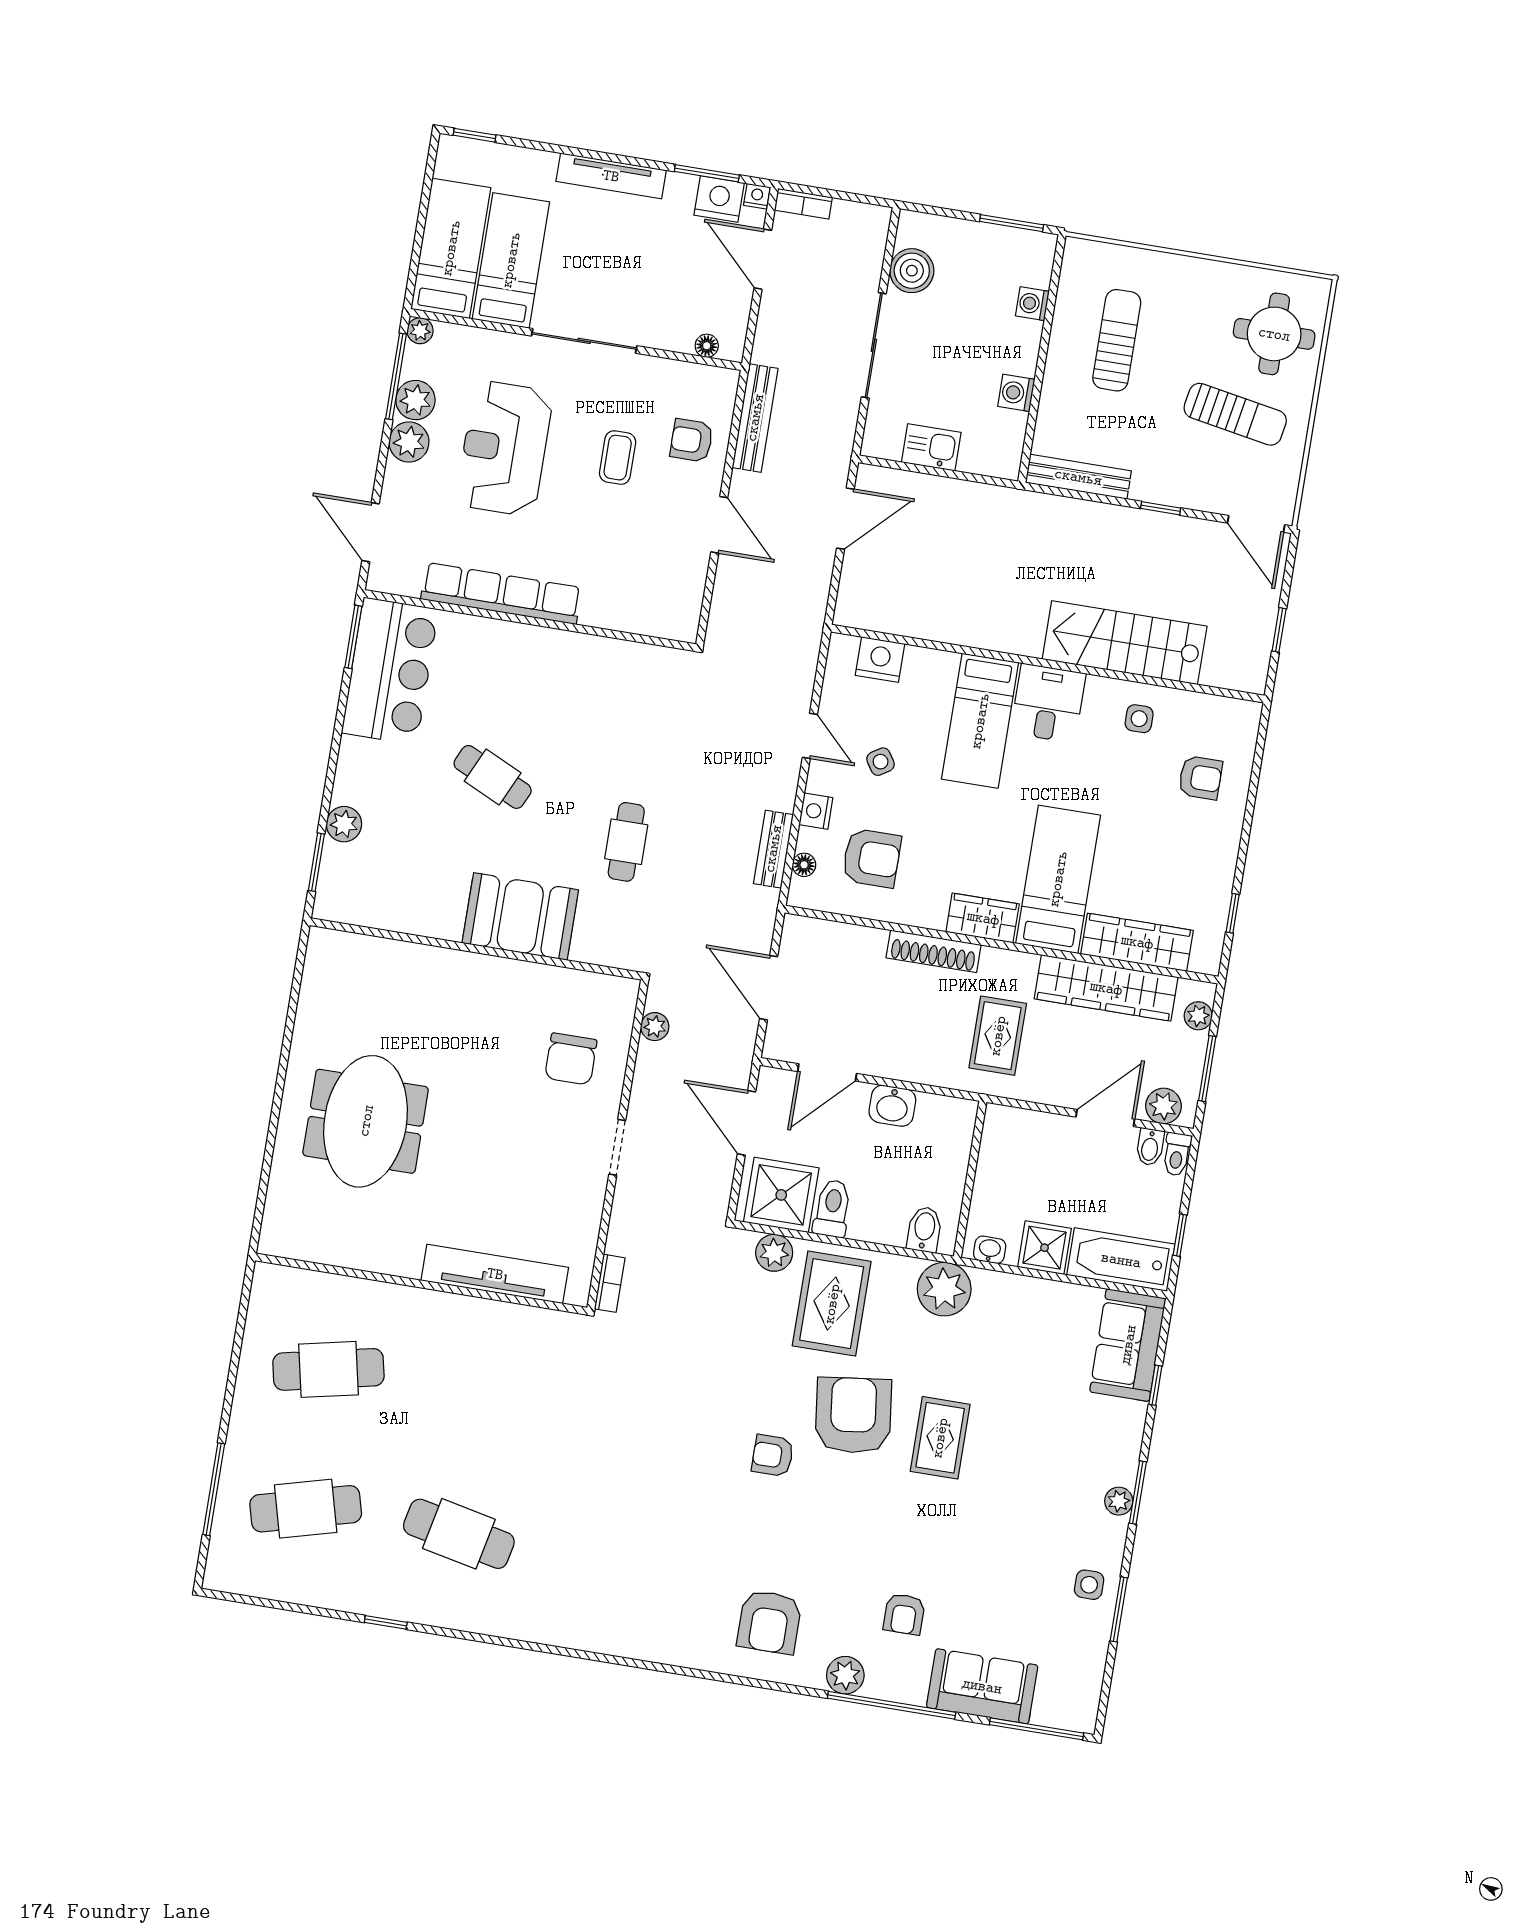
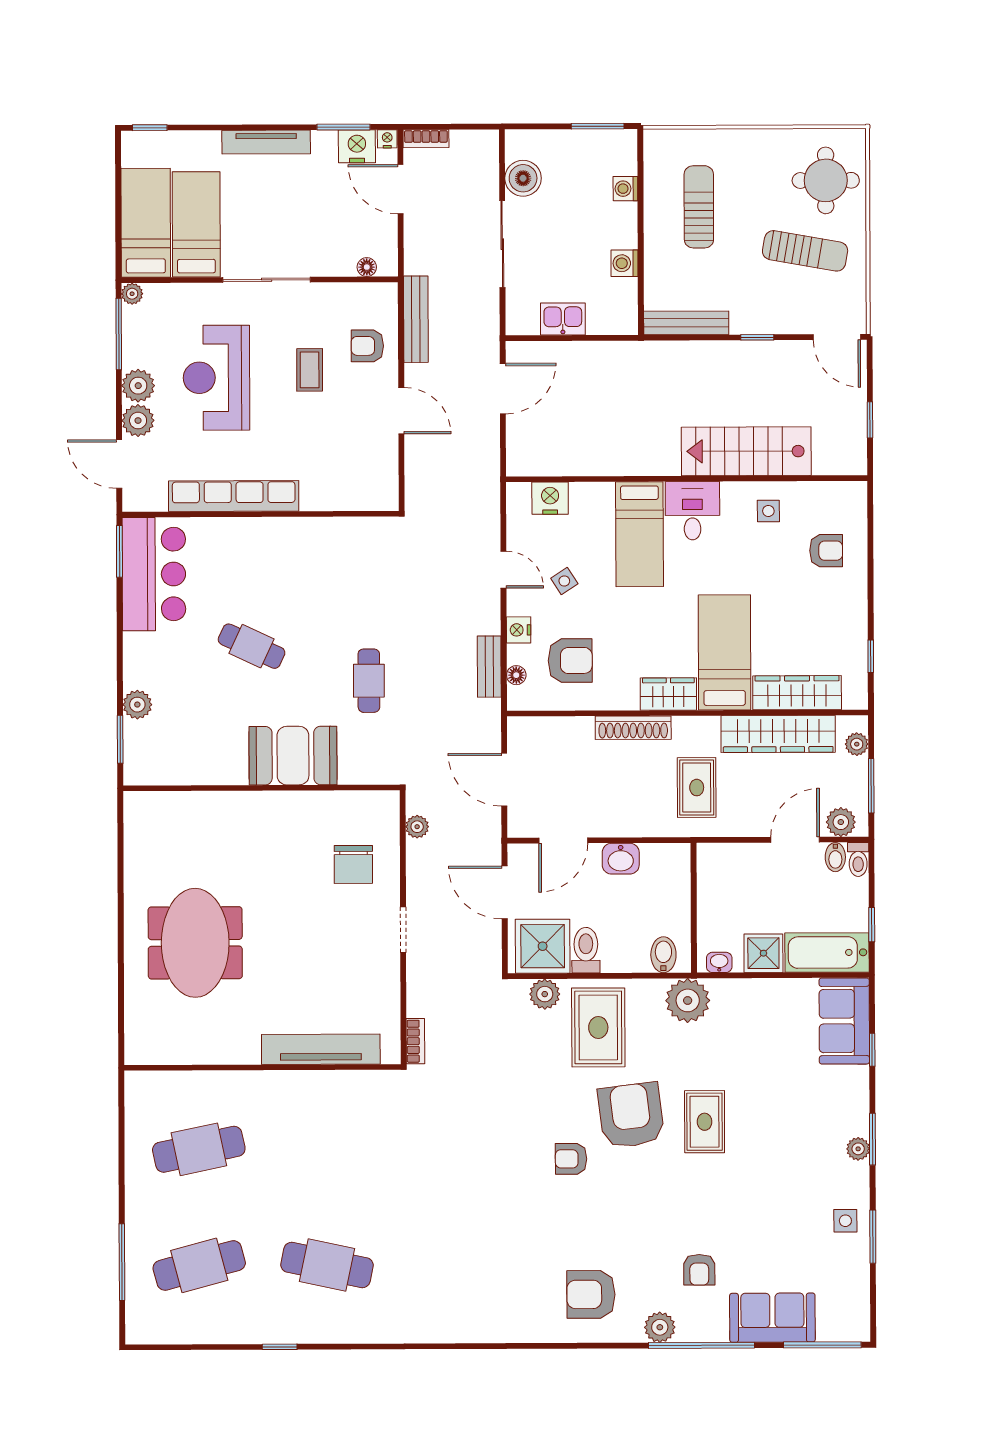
plant: (415, 400) -> (138, 421), moved
armchair: (769, 1622) -> (591, 1294), turned 90

